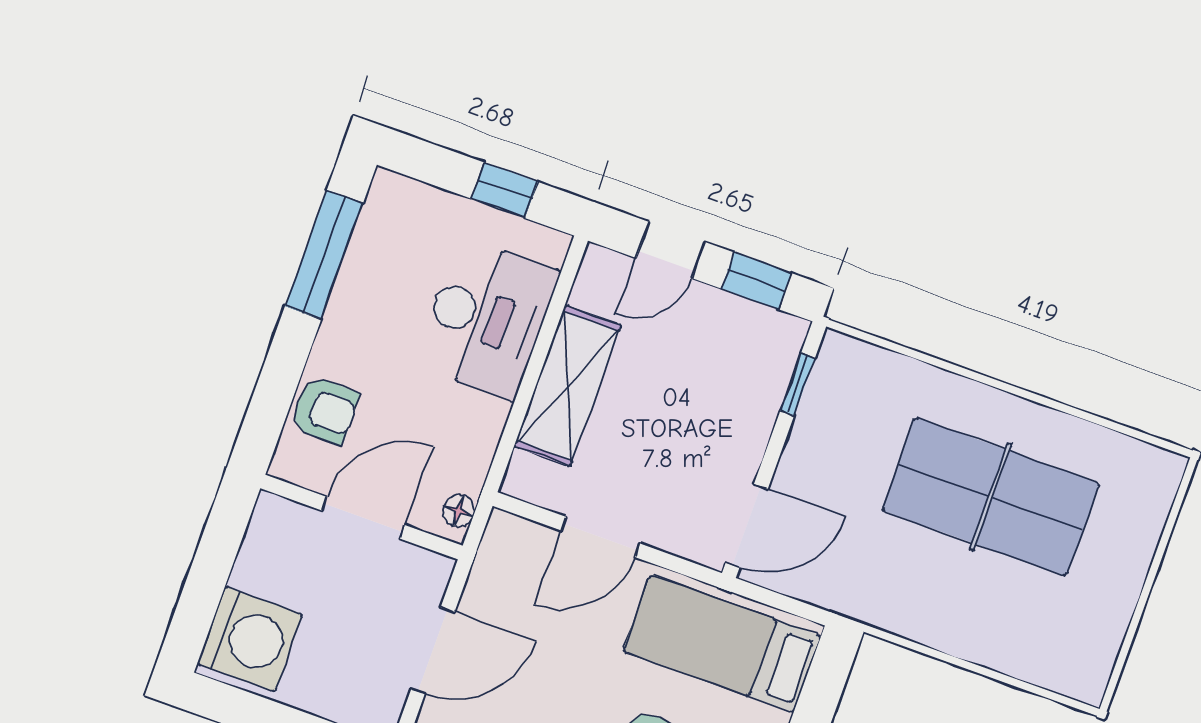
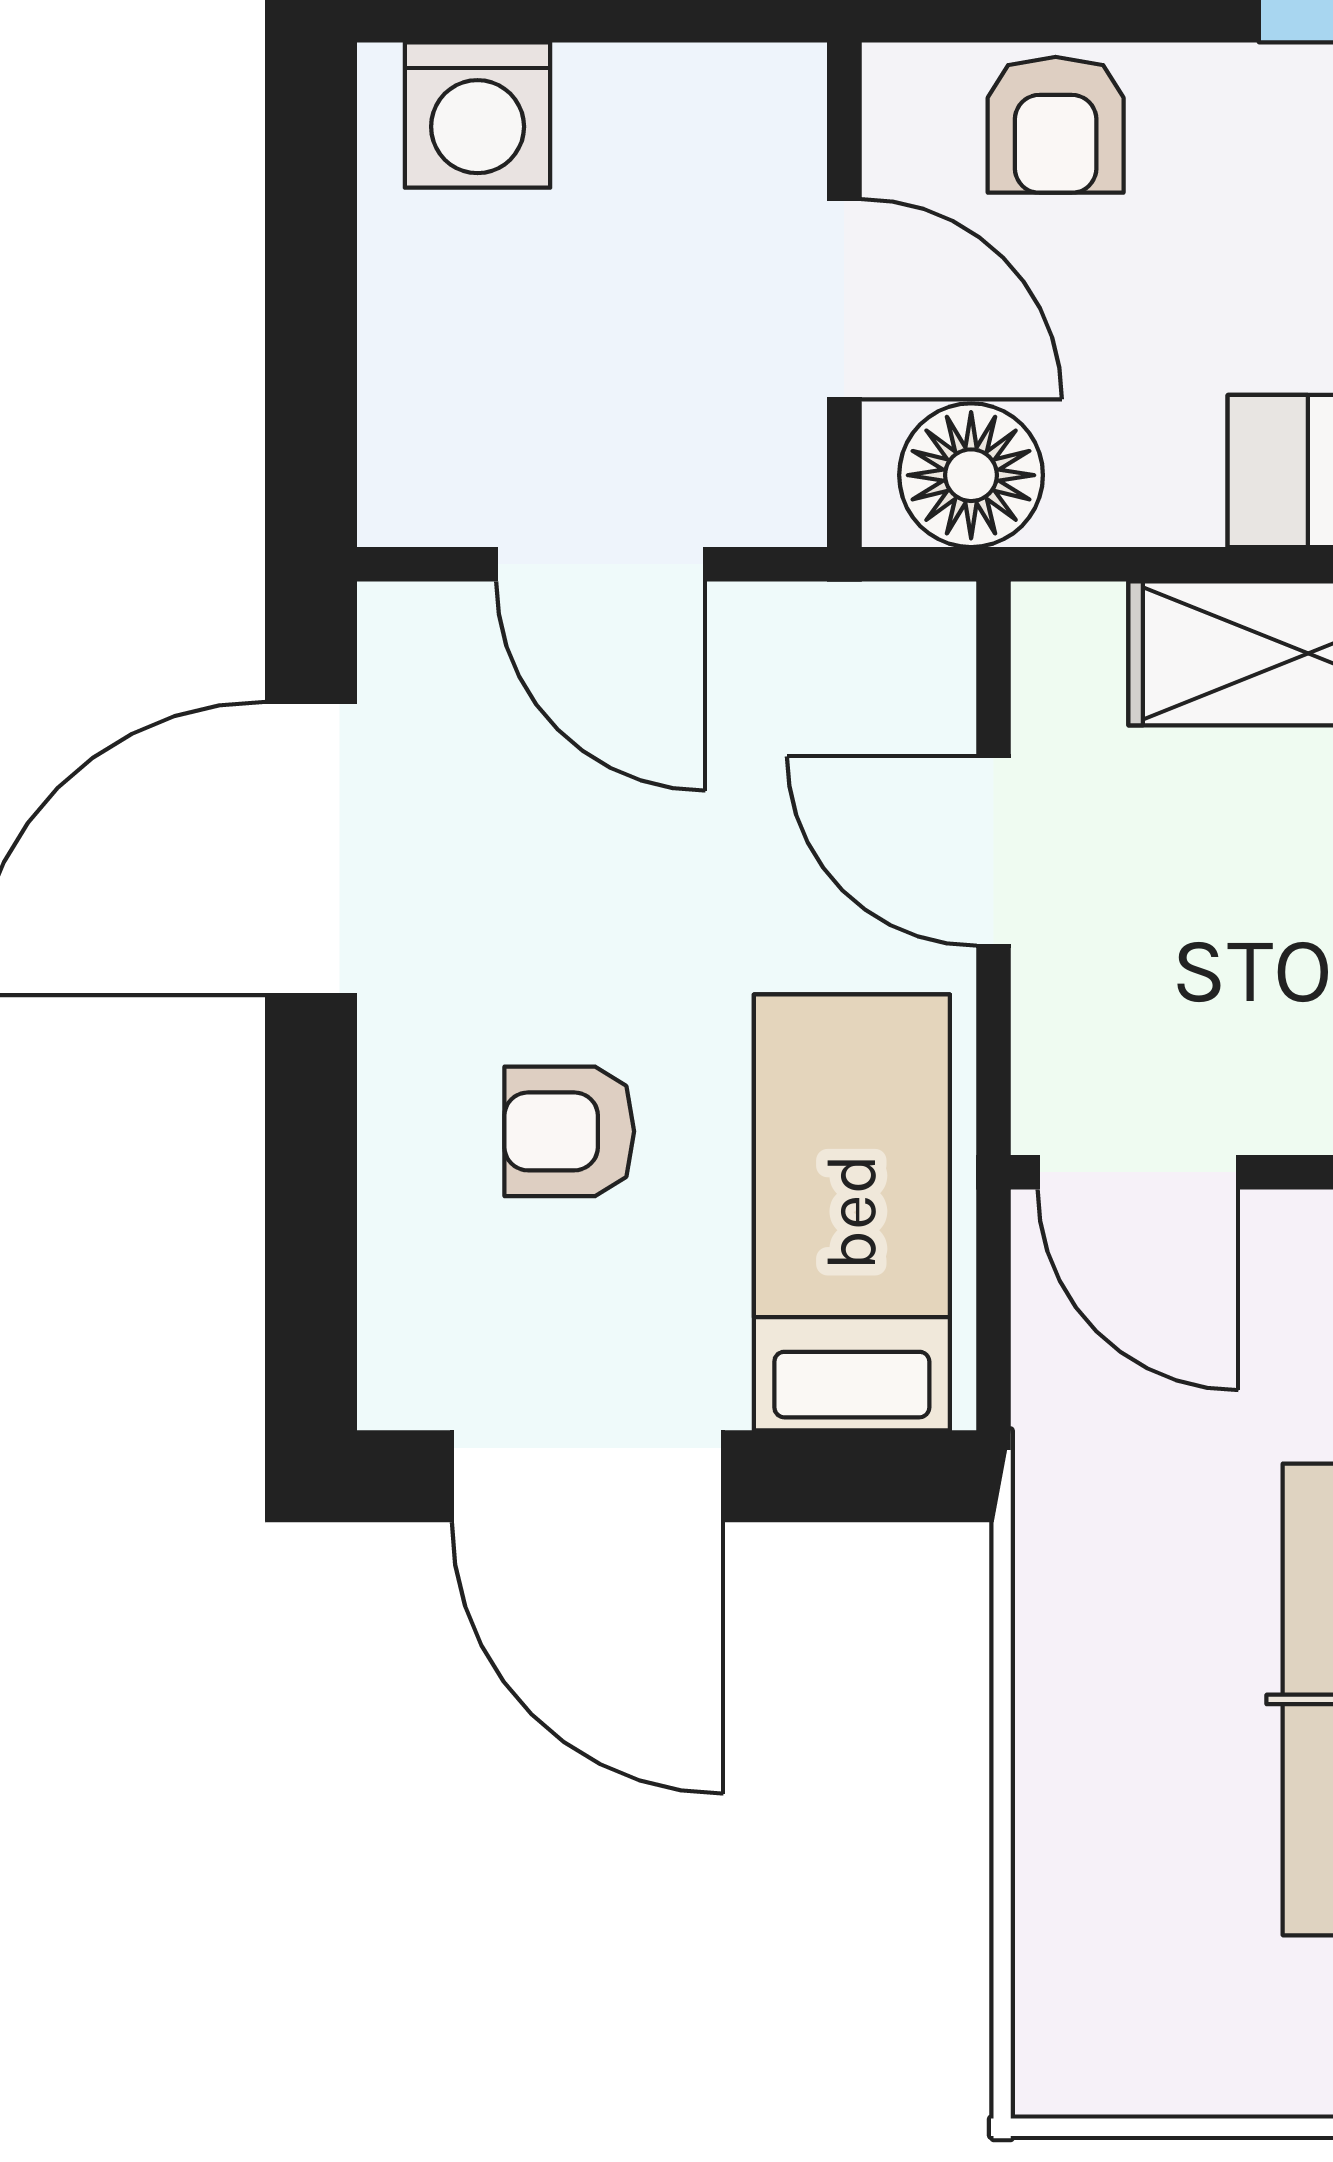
floor lamp: (459, 511) -> (971, 475), width x1.89, depth x1.89
washing machine: (250, 639) -> (478, 115), width x0.73, depth x0.73

